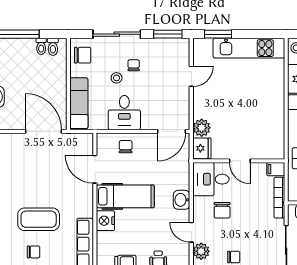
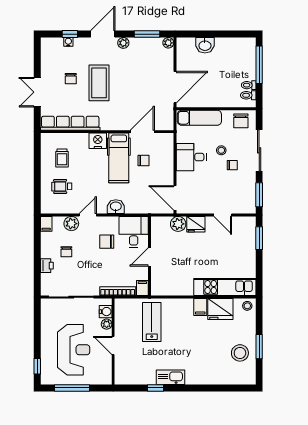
kitchen unit: (249, 48) -> (225, 287), moved, turned 90
chair: (126, 147) -> (143, 160), moved
fridge: (202, 148) -> (196, 224), moved

